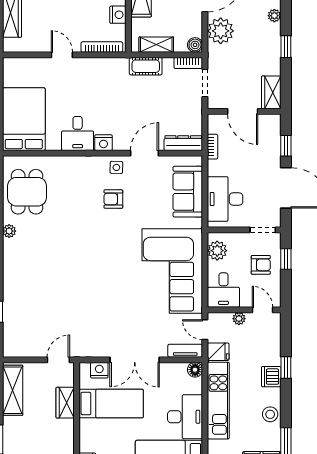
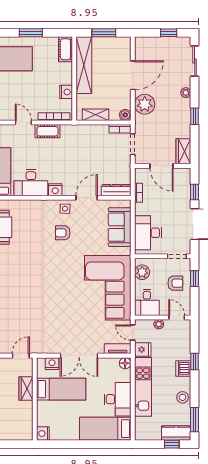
cot: (146, 66) -> (47, 131), moved
desk: (78, 134) -> (31, 183), width x1.37

